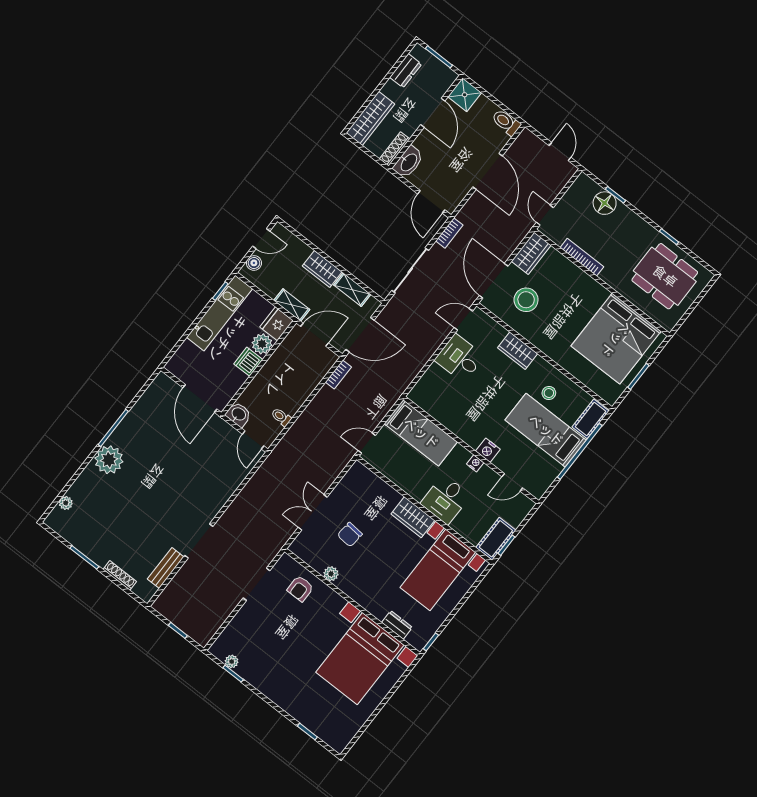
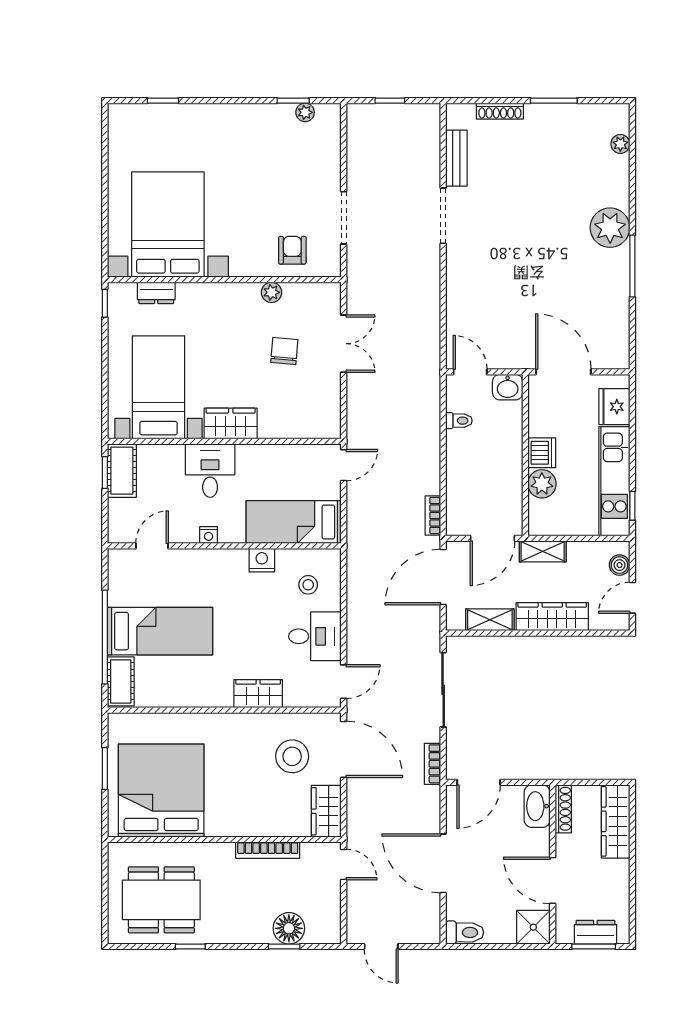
dresser: (406, 71) -> (595, 932), moved, turned 90
door: (431, 202) -> (479, 782), swing flipped
wardrobe: (322, 269) -> (552, 617), width x1.50
fridge: (276, 324) -> (614, 407), moved, turned 180
stool: (549, 393) -> (308, 585), moved
nightstand: (488, 450) -> (262, 560), moved

